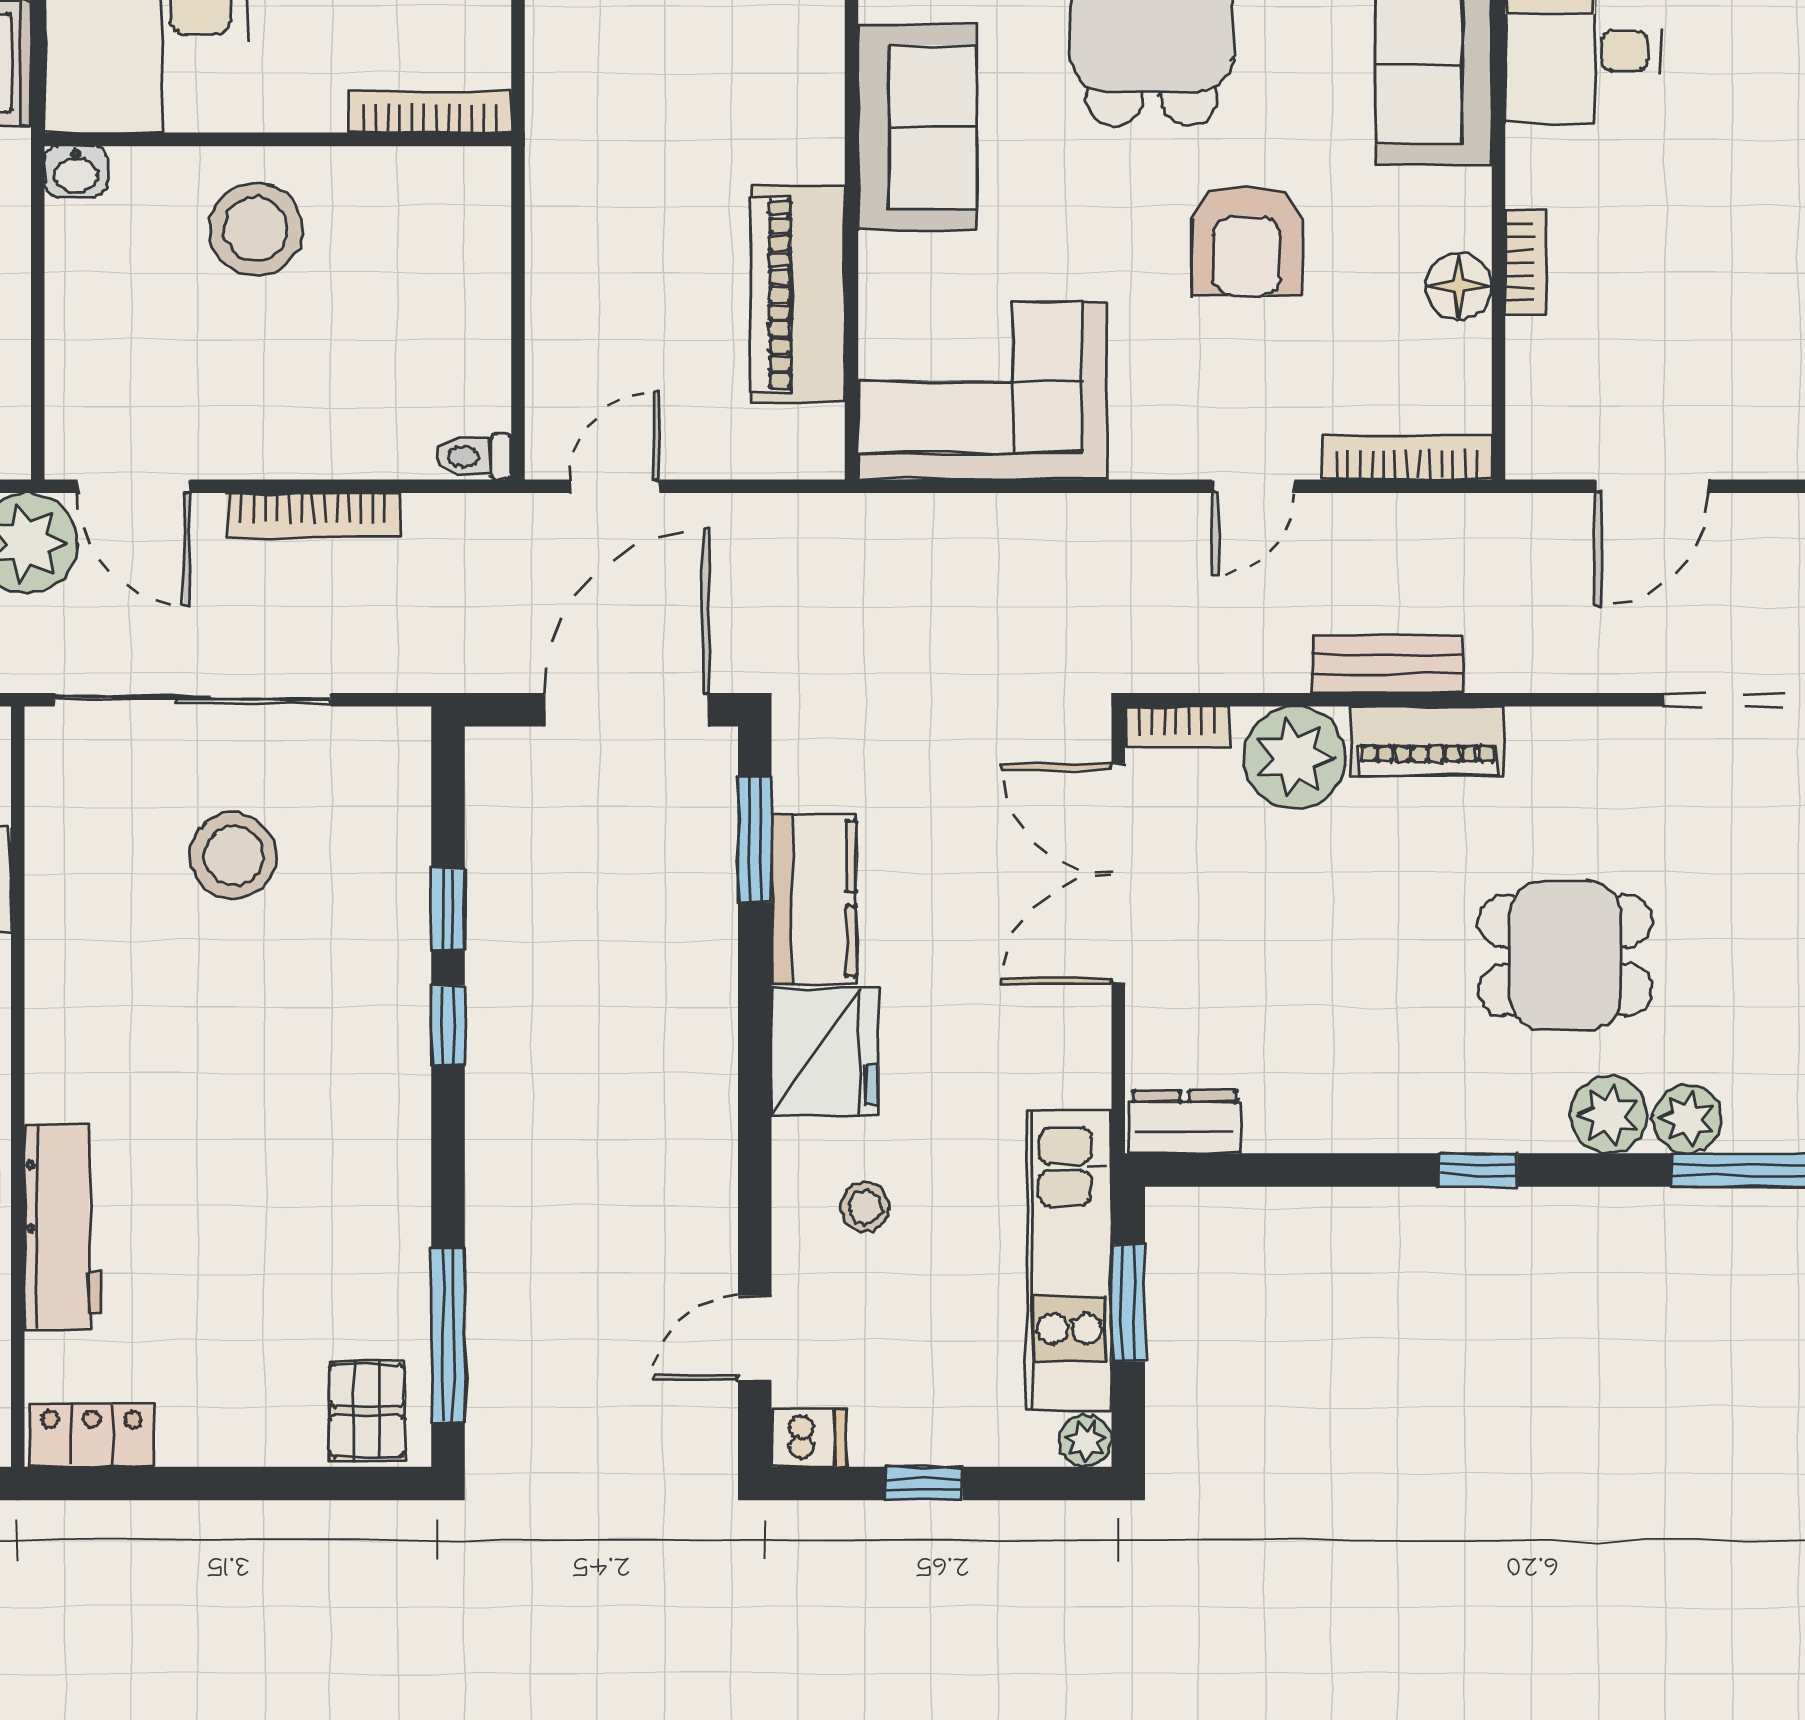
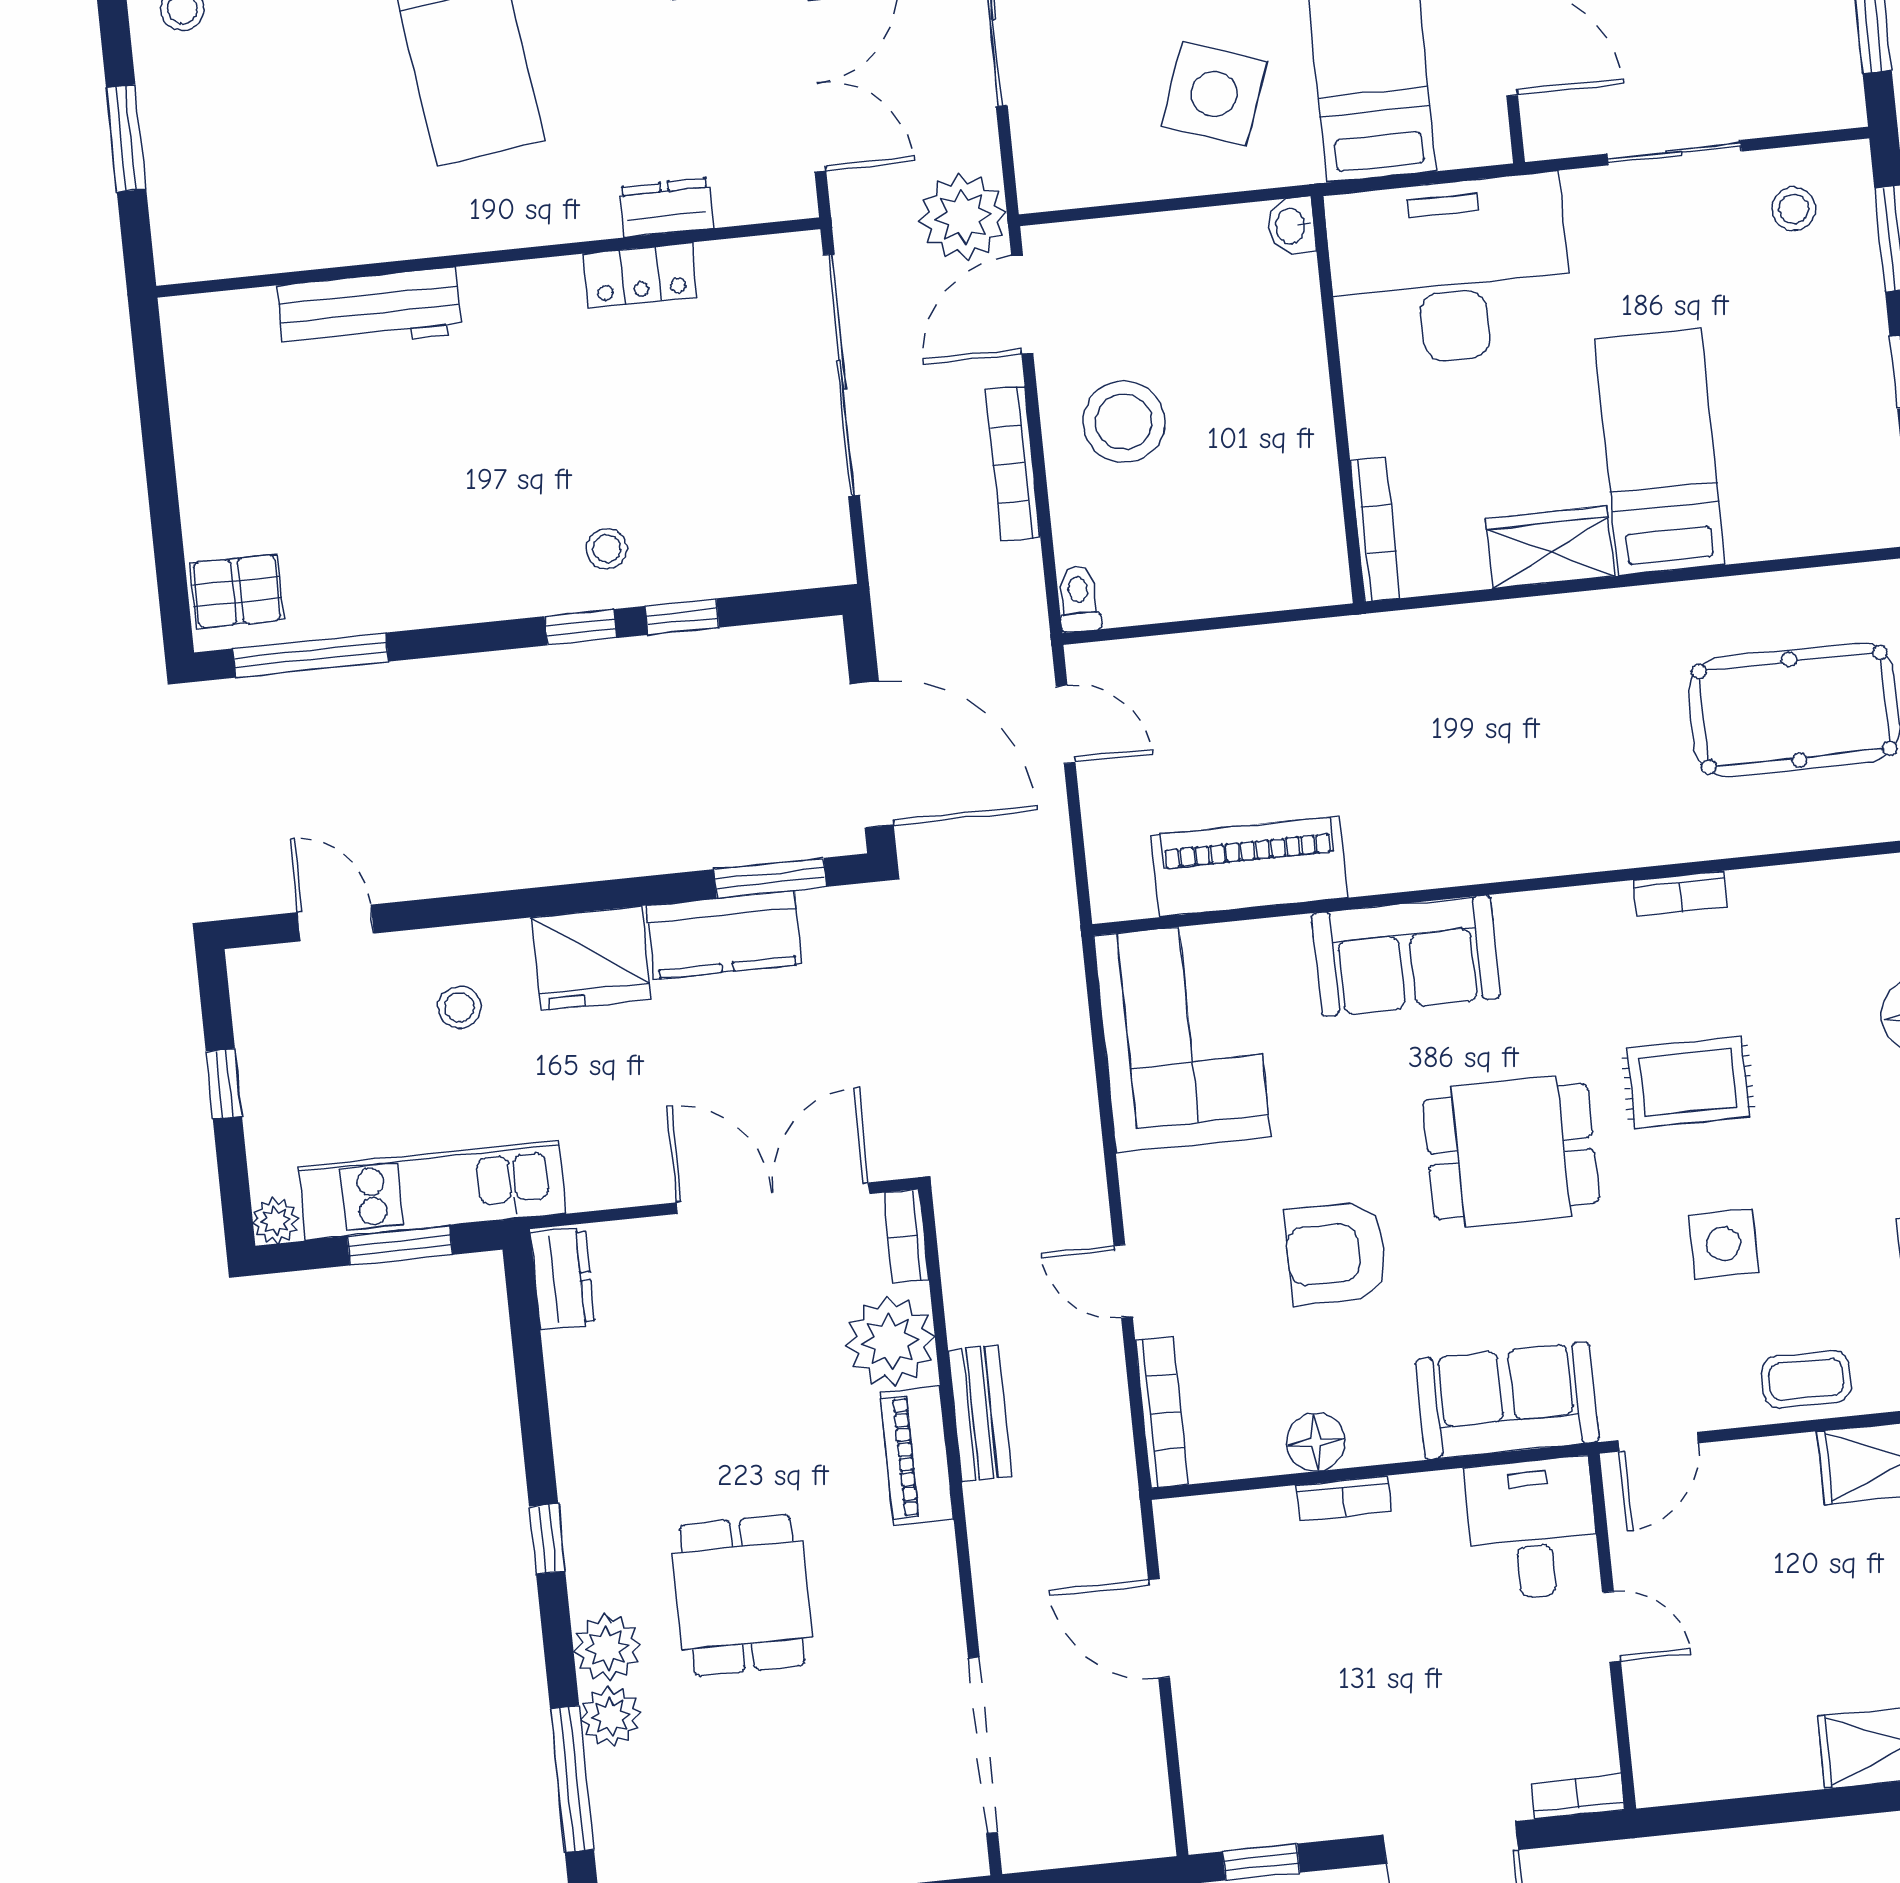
stool: (256, 229) -> (1124, 422), moved
stool: (233, 856) -> (607, 549), moved, width x0.53, depth x0.53
locker: (92, 1435) -> (640, 275), moved, turned 90
dishwasher: (809, 1438) -> (253, 979), removed

